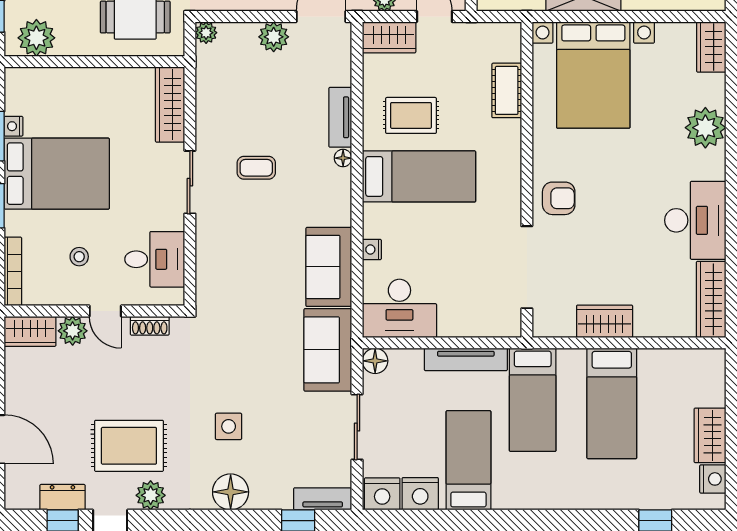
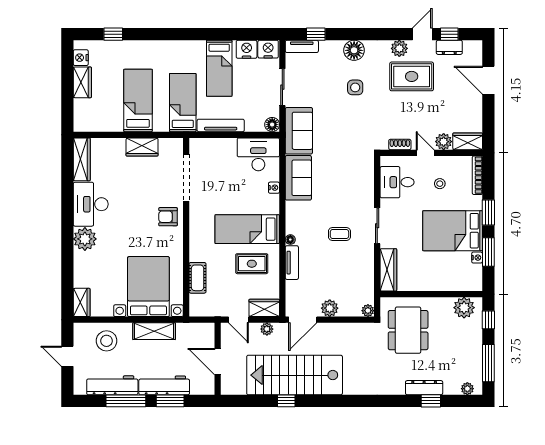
plant: (705, 128) -> (85, 239), moved

